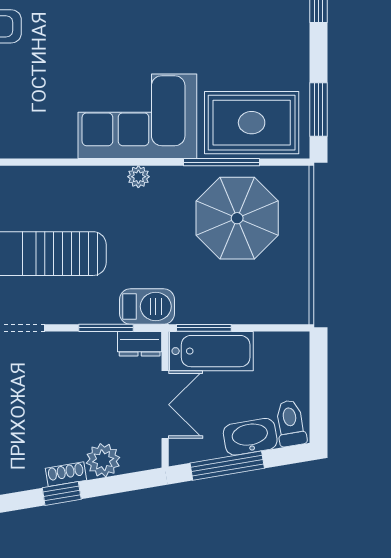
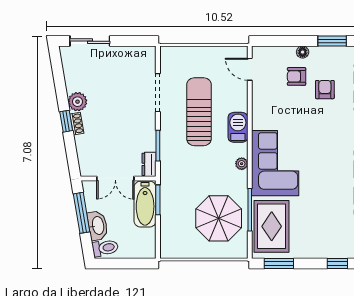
barbecue: (147, 306) -> (238, 127), moved, turned 180
plant: (103, 460) -> (78, 102), moved

